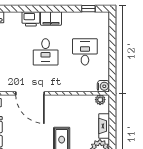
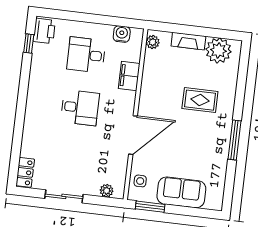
filing cabinet: (51, 18) -> (129, 76), moved, turned 180
printer: (31, 19) -> (44, 31), moved
water cooler: (103, 86) -> (122, 34), moved

